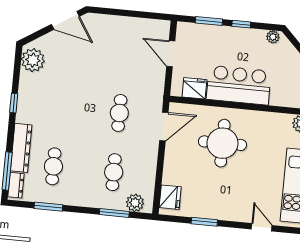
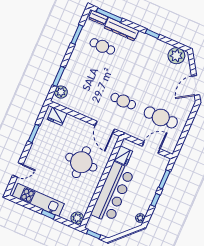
bar counter: (239, 85) -> (113, 192), width x1.36
cafe table: (114, 172) -> (161, 117), moved, width x1.37, depth x1.35

